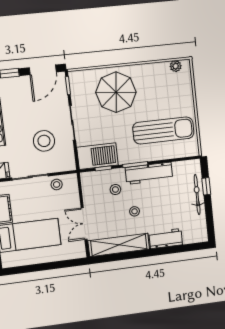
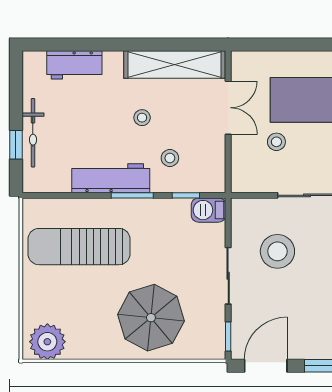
plant: (176, 66) -> (47, 342), width x1.88, depth x1.88
barbecue: (97, 156) -> (208, 210), width x0.53, depth x0.65
stool: (57, 184) -> (276, 142), moved
workbench: (166, 239) -> (74, 65), moved

